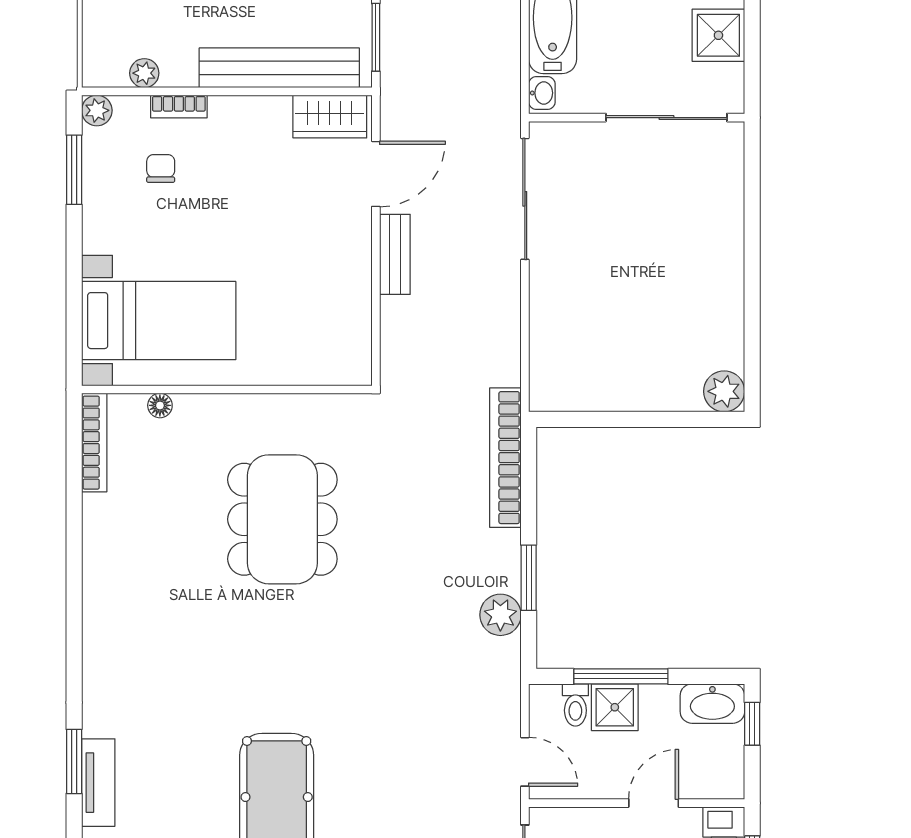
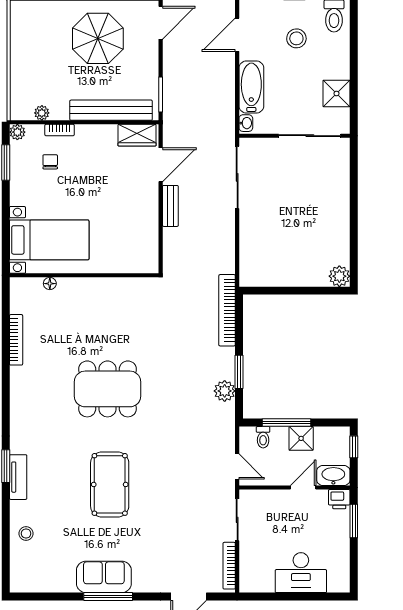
bookcase: (94, 443) -> (16, 340), moved
dining table: (282, 519) -> (108, 389), moved, turned 90
washbasin: (712, 704) -> (333, 476), moved, turned 180
shower: (615, 707) -> (301, 438), moved

